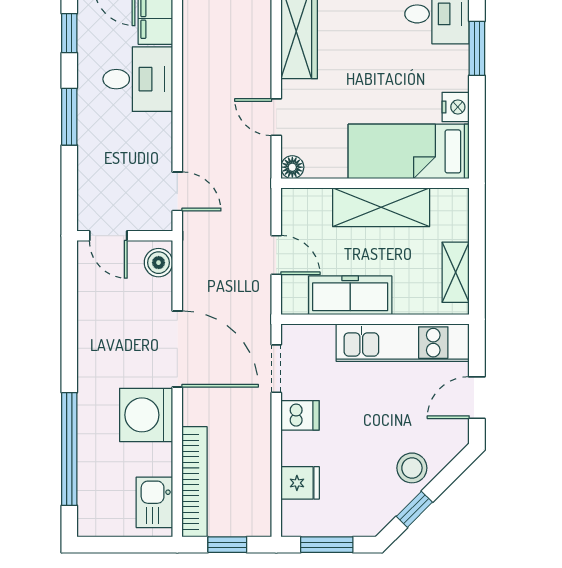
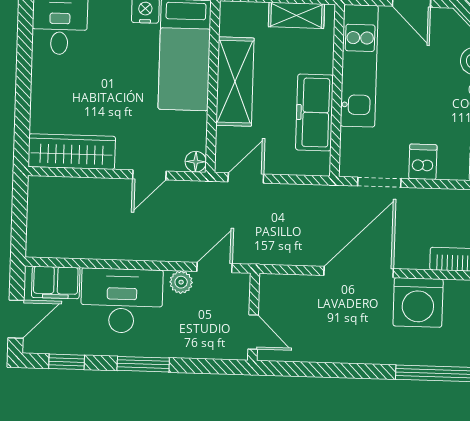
desk: (138, 79) -> (122, 301), width x1.37
plant: (160, 155) -> (181, 282), added
door: (108, 236) -> (253, 332), hinge flipped
door: (276, 255) -> (246, 178), moved
boiler: (159, 263) -> (279, 287), removed

